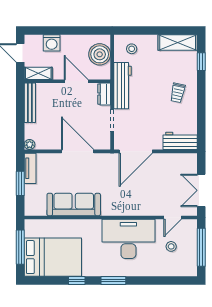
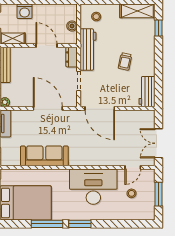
boiler: (100, 54) -> (72, 26), width x0.54, depth x0.54
trolley: (178, 93) -> (125, 61), moved
workbench: (180, 141) -> (147, 92), moved, turned -90
door: (136, 151) -> (100, 108), hinge flipped
window: (201, 247) -> (158, 194), width x0.69
window: (77, 280) -> (47, 224), width x2.17

